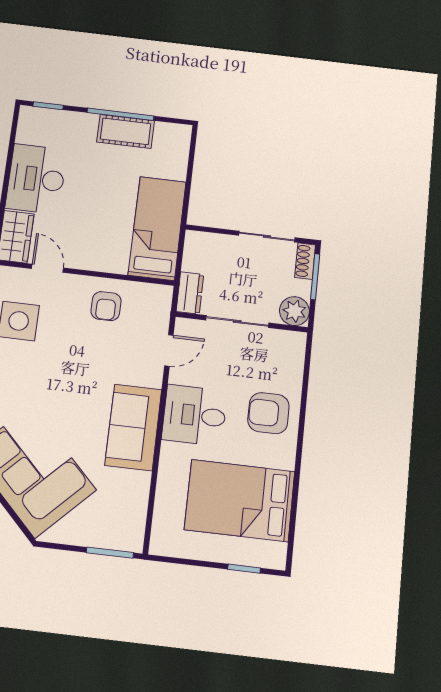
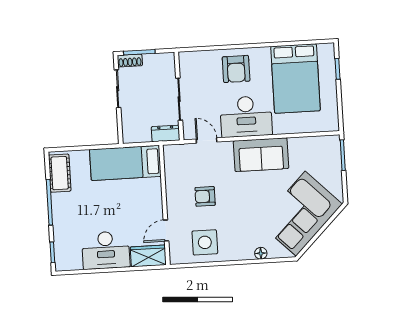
cot: (126, 131) -> (60, 173), moved
armchair: (106, 306) -> (205, 196), moved, turned 180
plant: (294, 311) -> (165, 62), removed
desk: (195, 415) -> (246, 117), width x1.37

